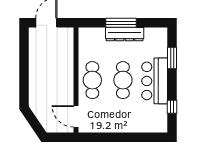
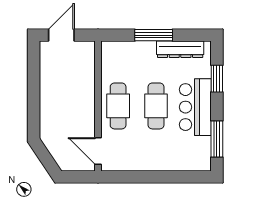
dresser: (125, 34) -> (180, 49), moved
window: (172, 107) -> (217, 139), width x2.17

